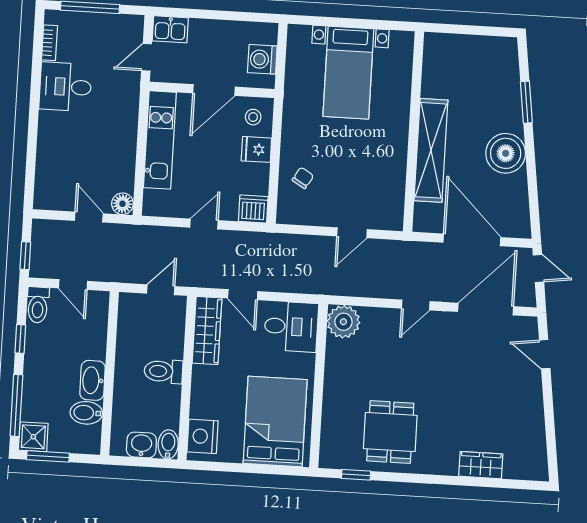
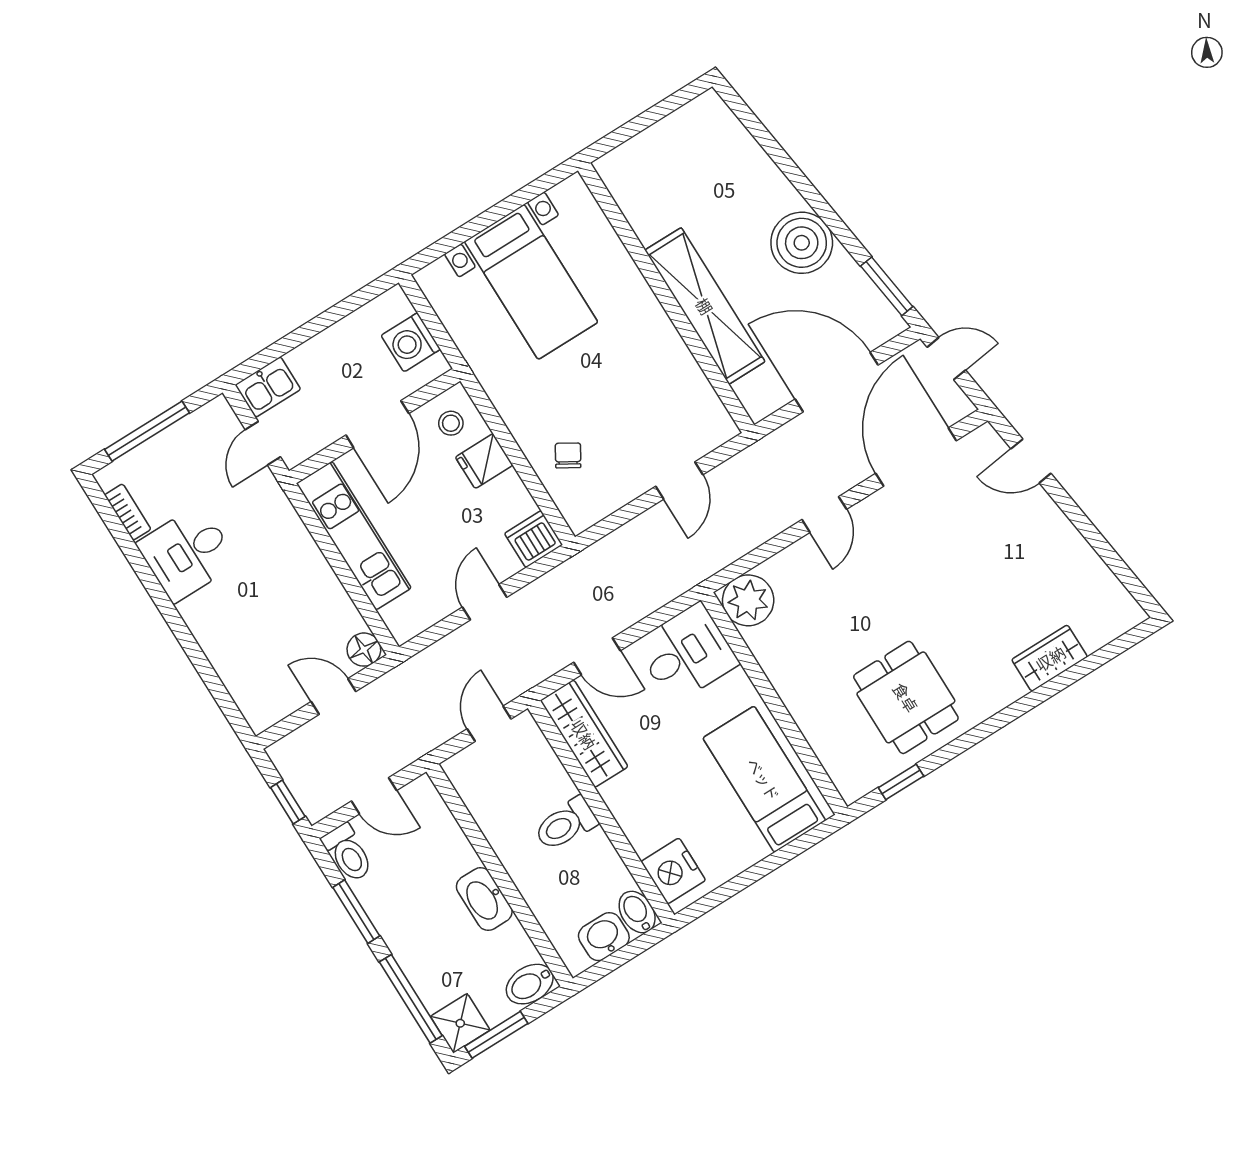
window: (526, 102) -> (887, 286), moved
window: (20, 339) -> (356, 912), width x1.50
bidet: (86, 413) -> (530, 984), moved
bed: (275, 421) -> (764, 779), width x0.67

